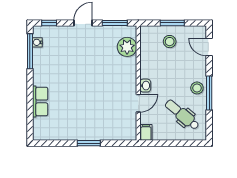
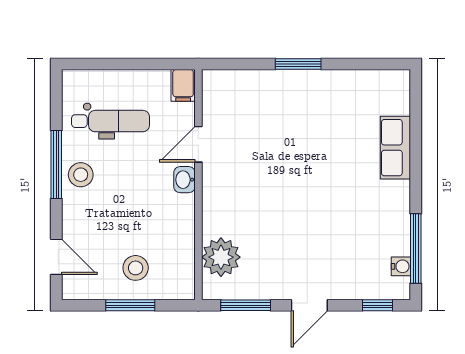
dental chair: (182, 115) -> (110, 121), turned -40

